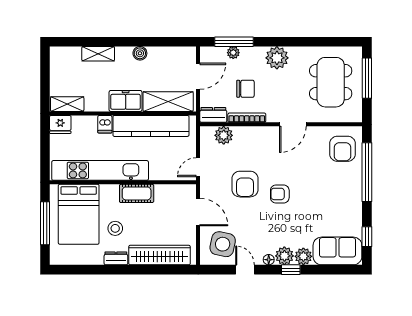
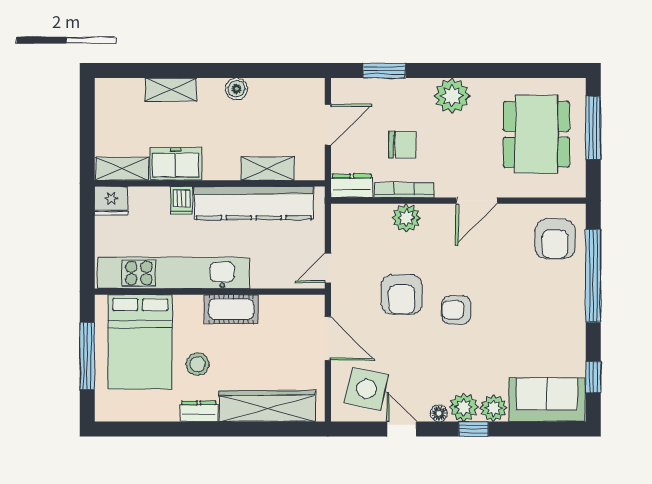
window: (234, 42) -> (384, 71), width x0.69
plant: (233, 53) -> (383, 88), removed
freezer: (126, 101) -> (176, 164), moved
shelving: (168, 102) -> (268, 169), width x0.67, depth x0.75
plant: (224, 135) -> (406, 218), moved

